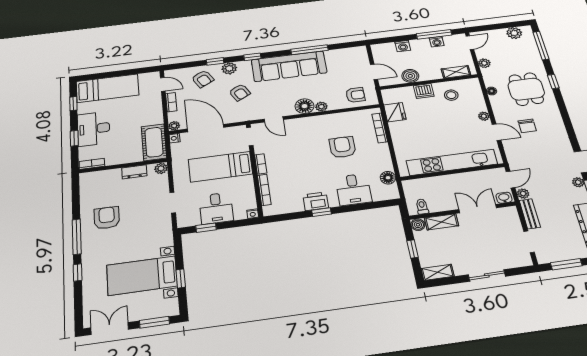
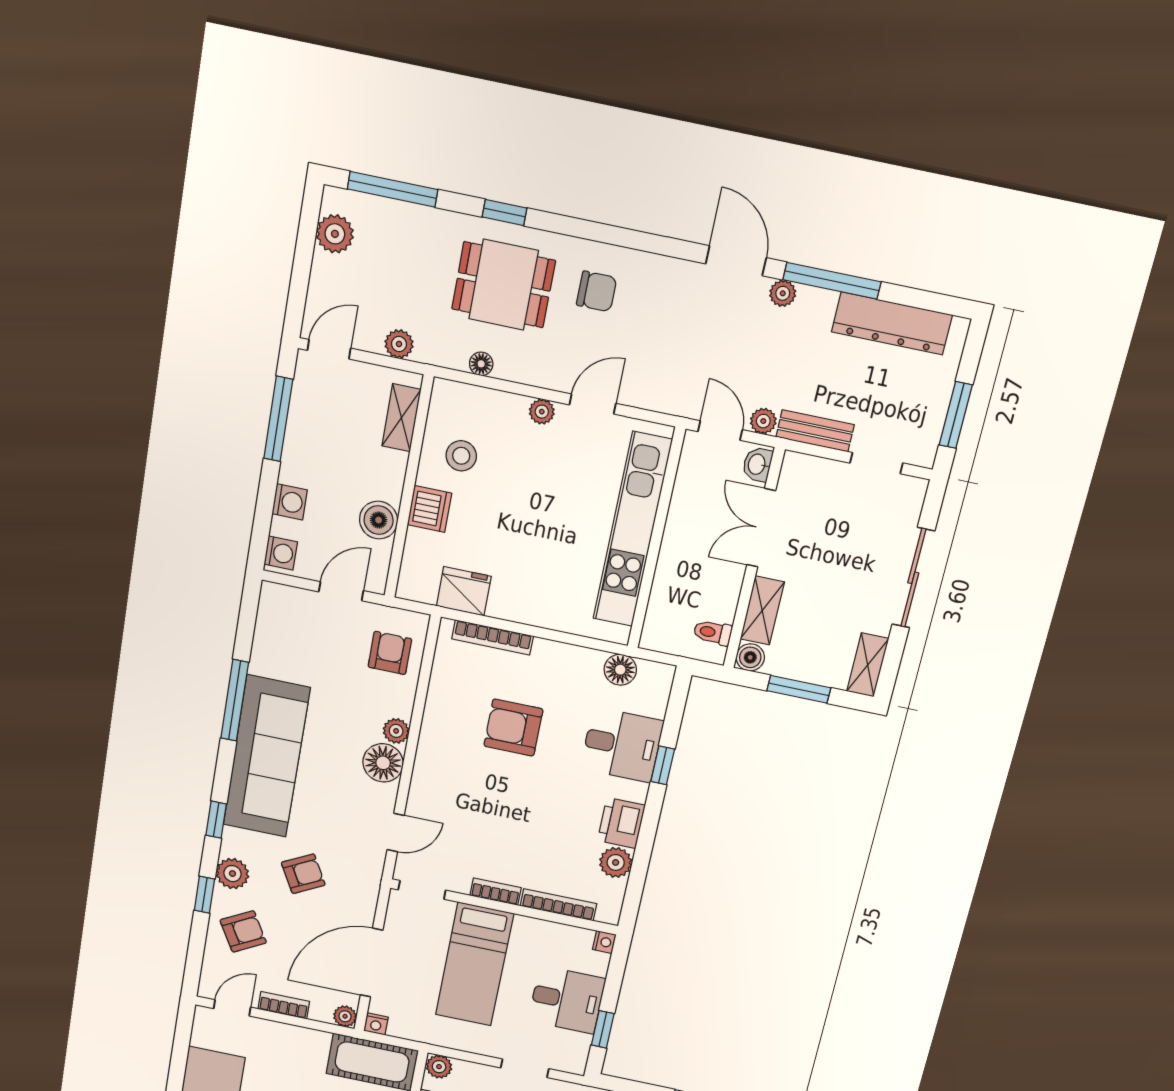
washing machine: (437, 42) -> (281, 553), moved
door: (470, 43) -> (329, 349), hinge flipped
chair: (527, 126) -> (597, 291), moved
plant: (295, 205) -> (616, 862), added
window: (322, 212) -> (663, 765), moved
window: (413, 249) -> (799, 689), width x1.50
sliding door: (487, 275) -> (913, 578), width x1.37

